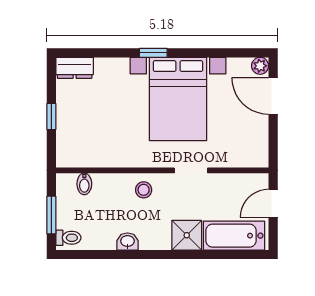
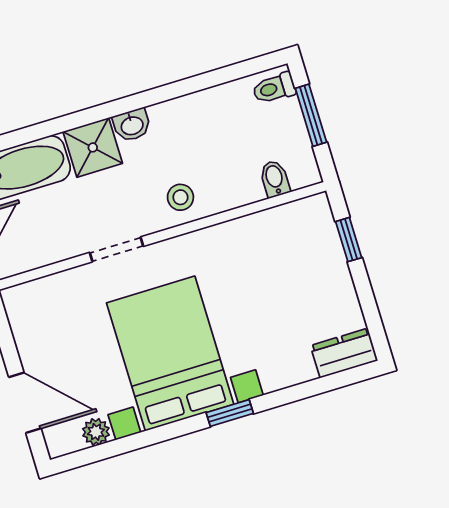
plant: (260, 66) -> (96, 432), moved
window: (51, 116) -> (349, 240), moved
washbasin: (127, 242) -> (132, 125), moved

